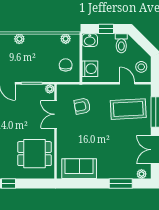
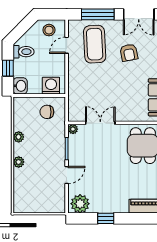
plant: (66, 39) -> (19, 137), moved
armchair: (82, 106) -> (129, 53), moved
double door: (55, 114) -> (100, 123), swing flipped

